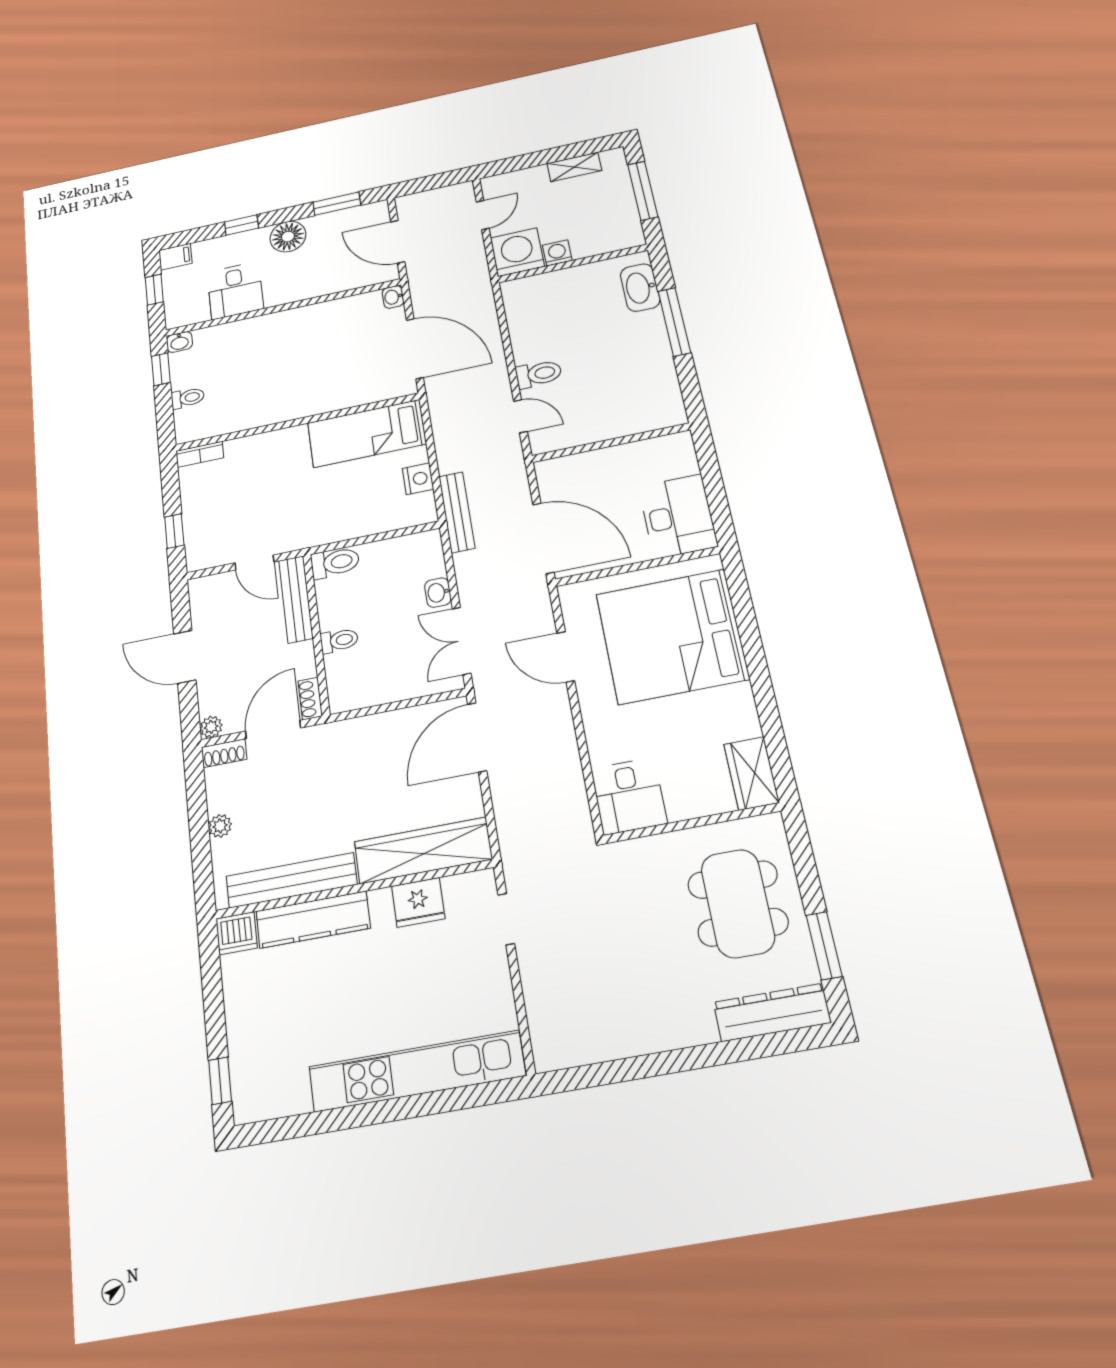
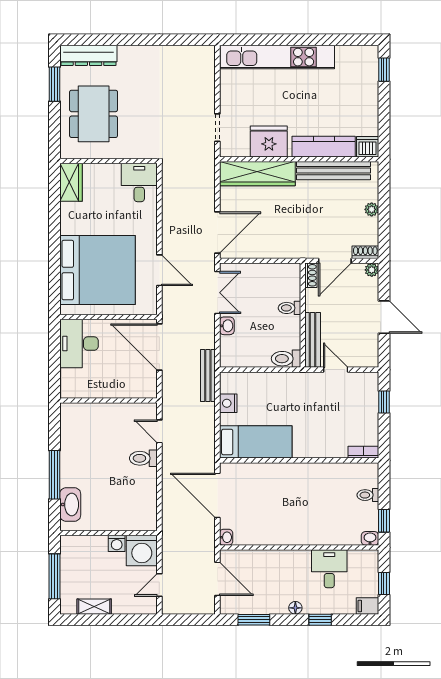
floor lamp: (288, 237) -> (295, 608), width x0.53, depth x0.53
fridge: (418, 902) -> (269, 141), width x1.36, depth x1.34

